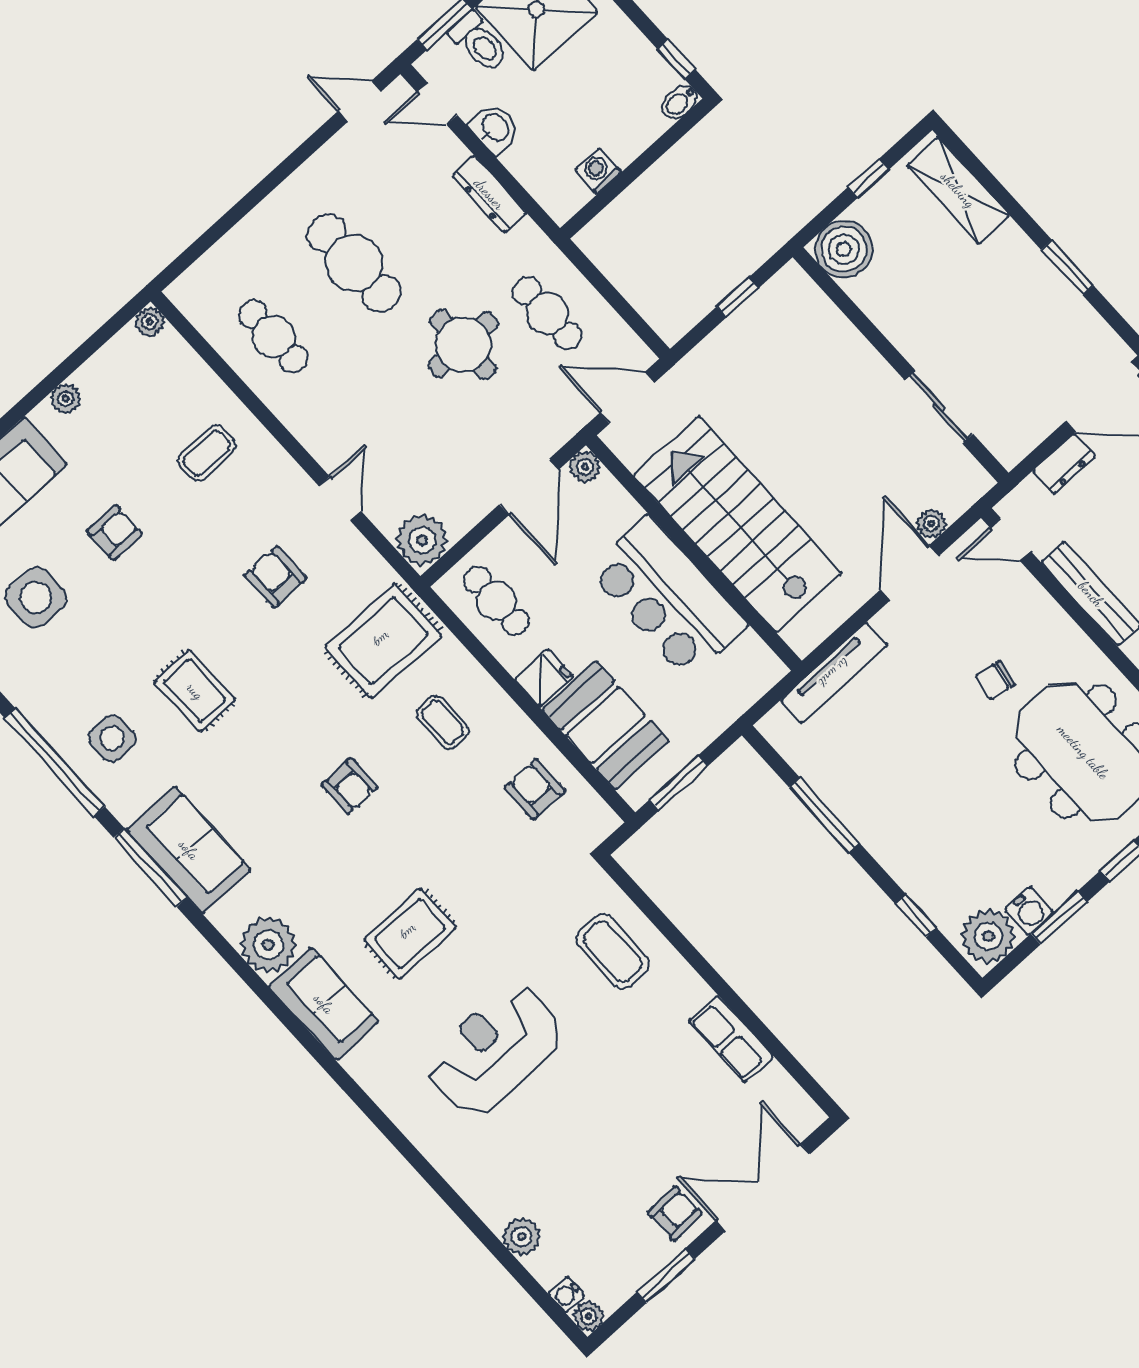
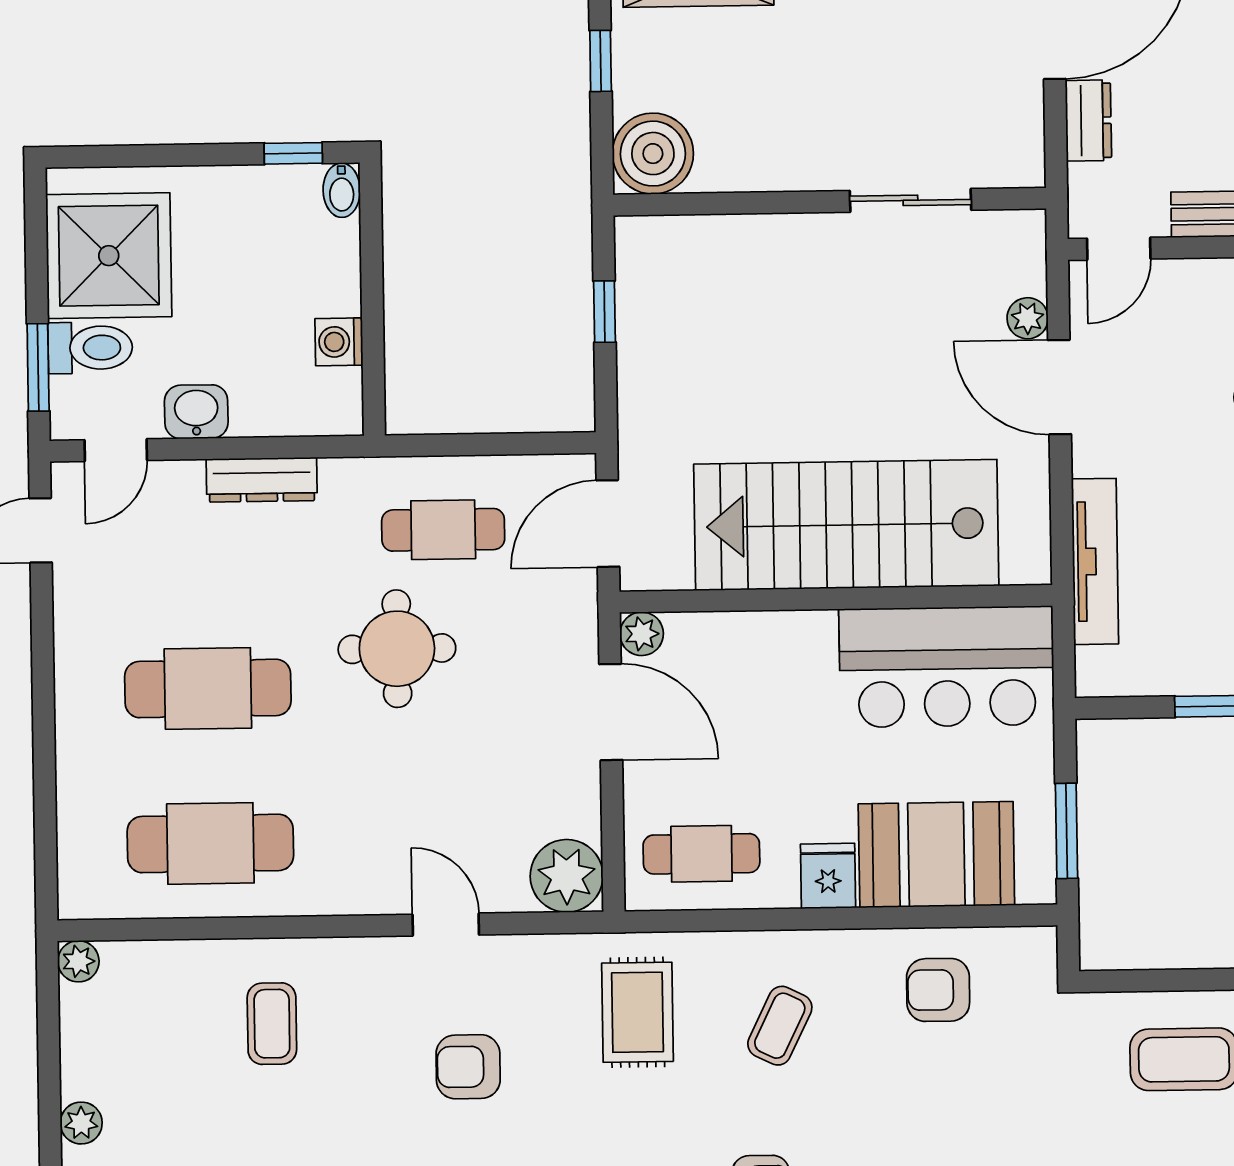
cafe table: (273, 337) -> (210, 843), width x1.37, depth x1.35
bar counter: (668, 597) -> (947, 667), moved
rug: (383, 641) -> (637, 1012), width x0.73, depth x0.70
coffee table: (442, 722) -> (780, 1026), turned -64

